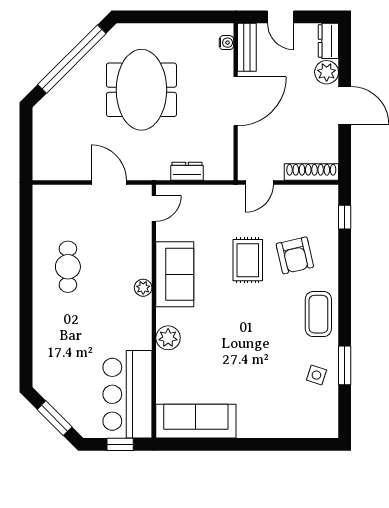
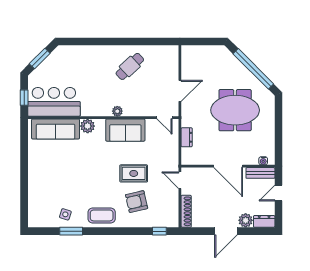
cafe table: (68, 267) -> (130, 66), turned -43
sofa: (196, 421) -> (56, 129), moved, turned 90

